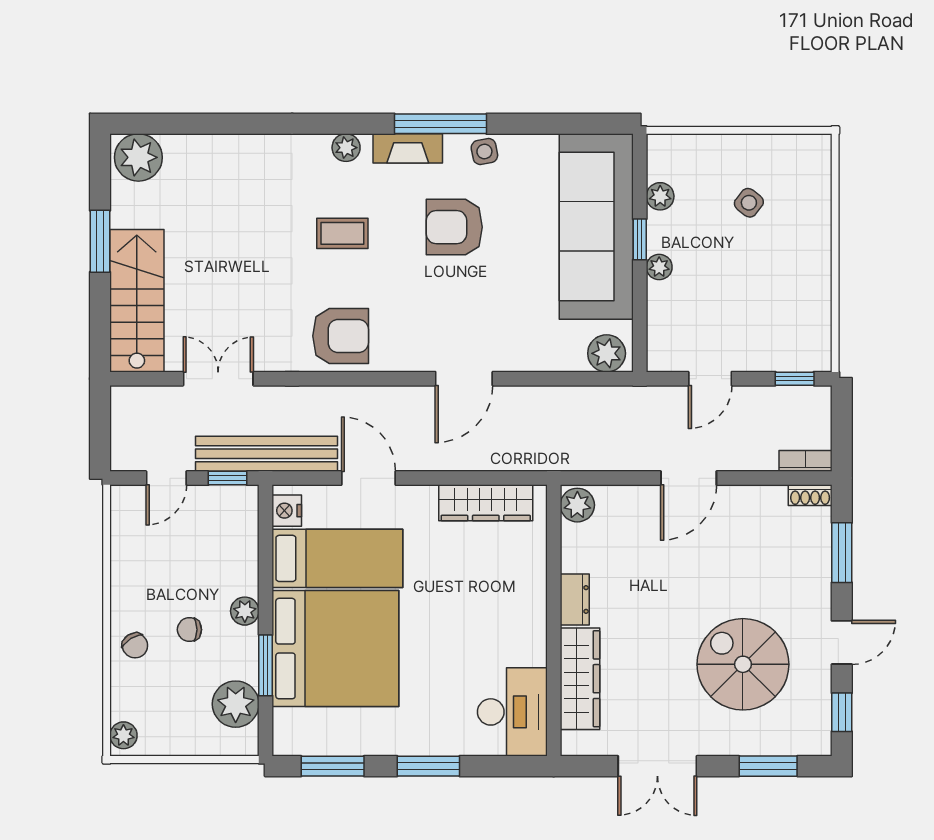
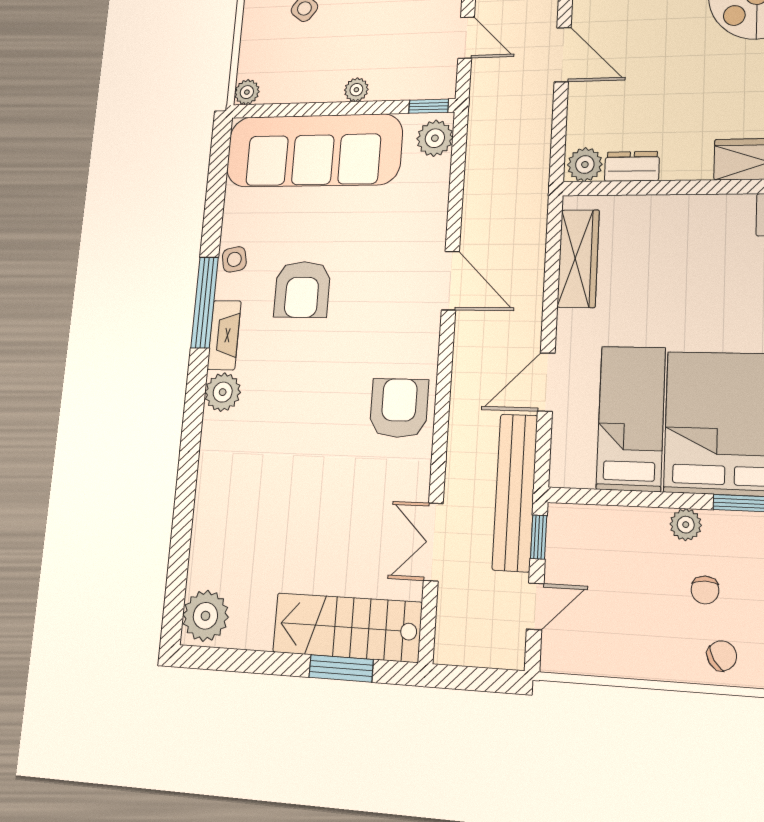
plant: (346, 148) -> (223, 392), width x1.38, depth x1.38
plant: (660, 196) -> (247, 92), moved
coffee table: (342, 233) -> (298, 403), removed
window: (640, 239) -> (429, 106), moved
window: (100, 241) -> (341, 668), moved
door: (166, 478) -> (535, 606), hinge flipped
nightstand: (287, 511) -> (577, 472), removed
dresser: (575, 600) -> (632, 166), moved

